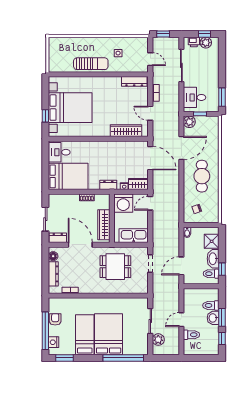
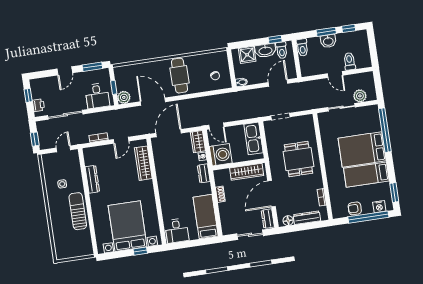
plant: (206, 43) -> (37, 93), removed
door: (222, 71) -> (65, 71), added
dresser: (134, 81) -> (92, 179), moved
bed: (68, 176) -> (206, 217), width x0.67
cafe table: (202, 176) -> (180, 76), turned 90
door: (181, 266) -> (278, 83), swing flipped
dining table: (115, 267) -> (298, 159), moved
toilet: (211, 305) -> (302, 47), moved

